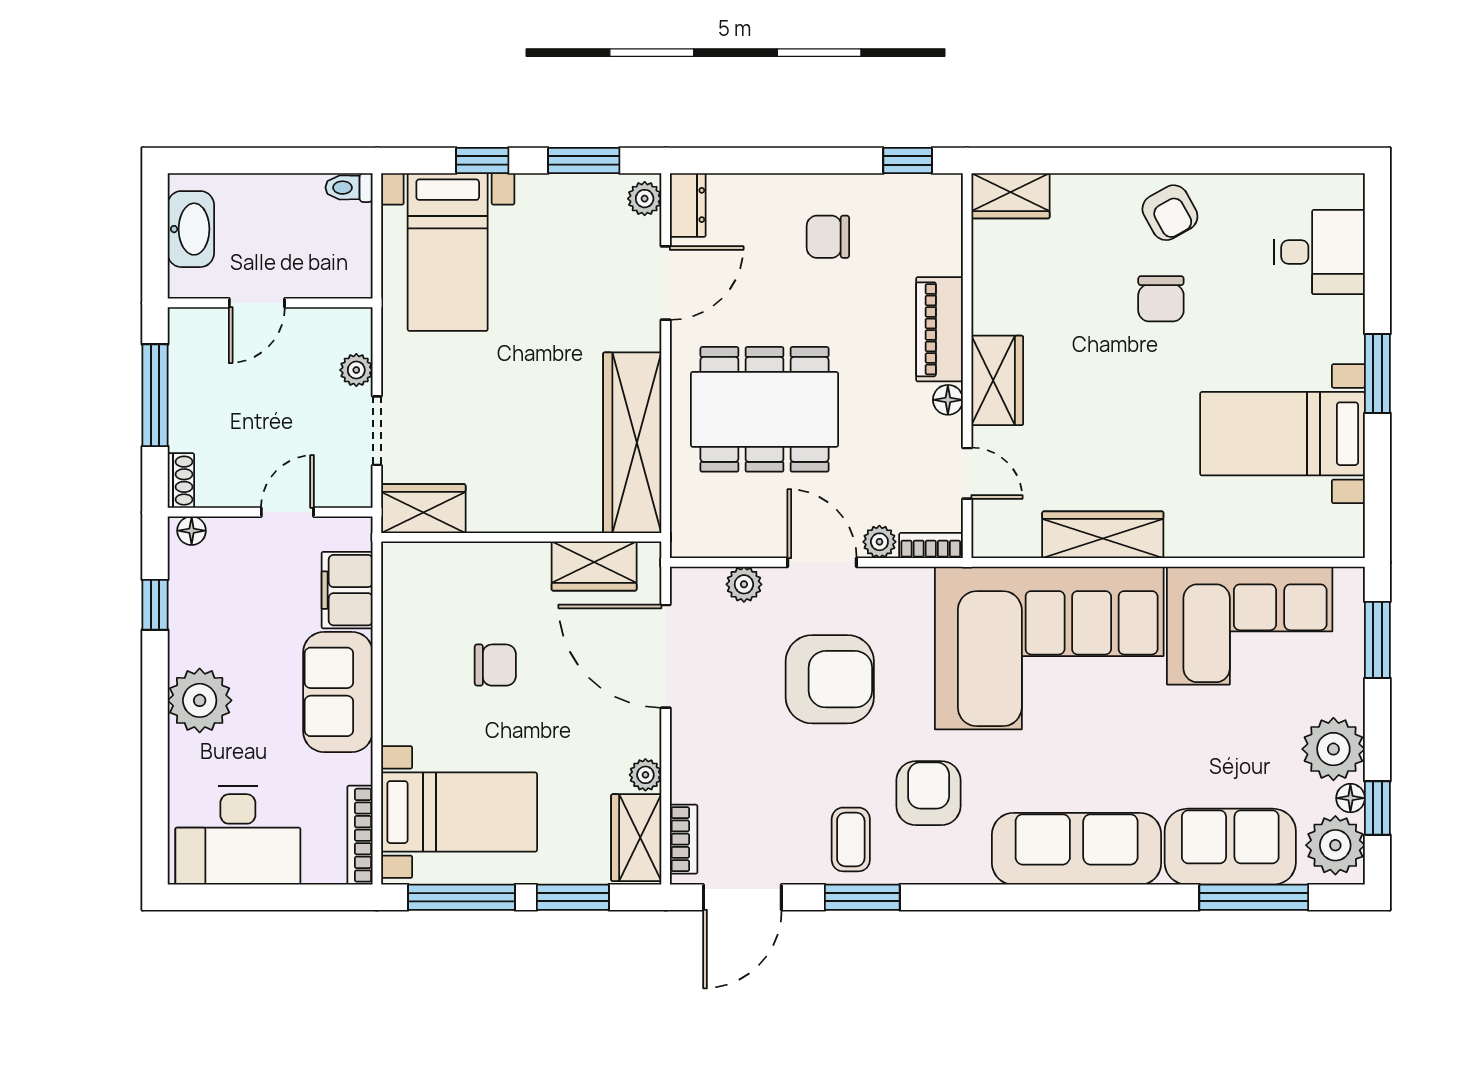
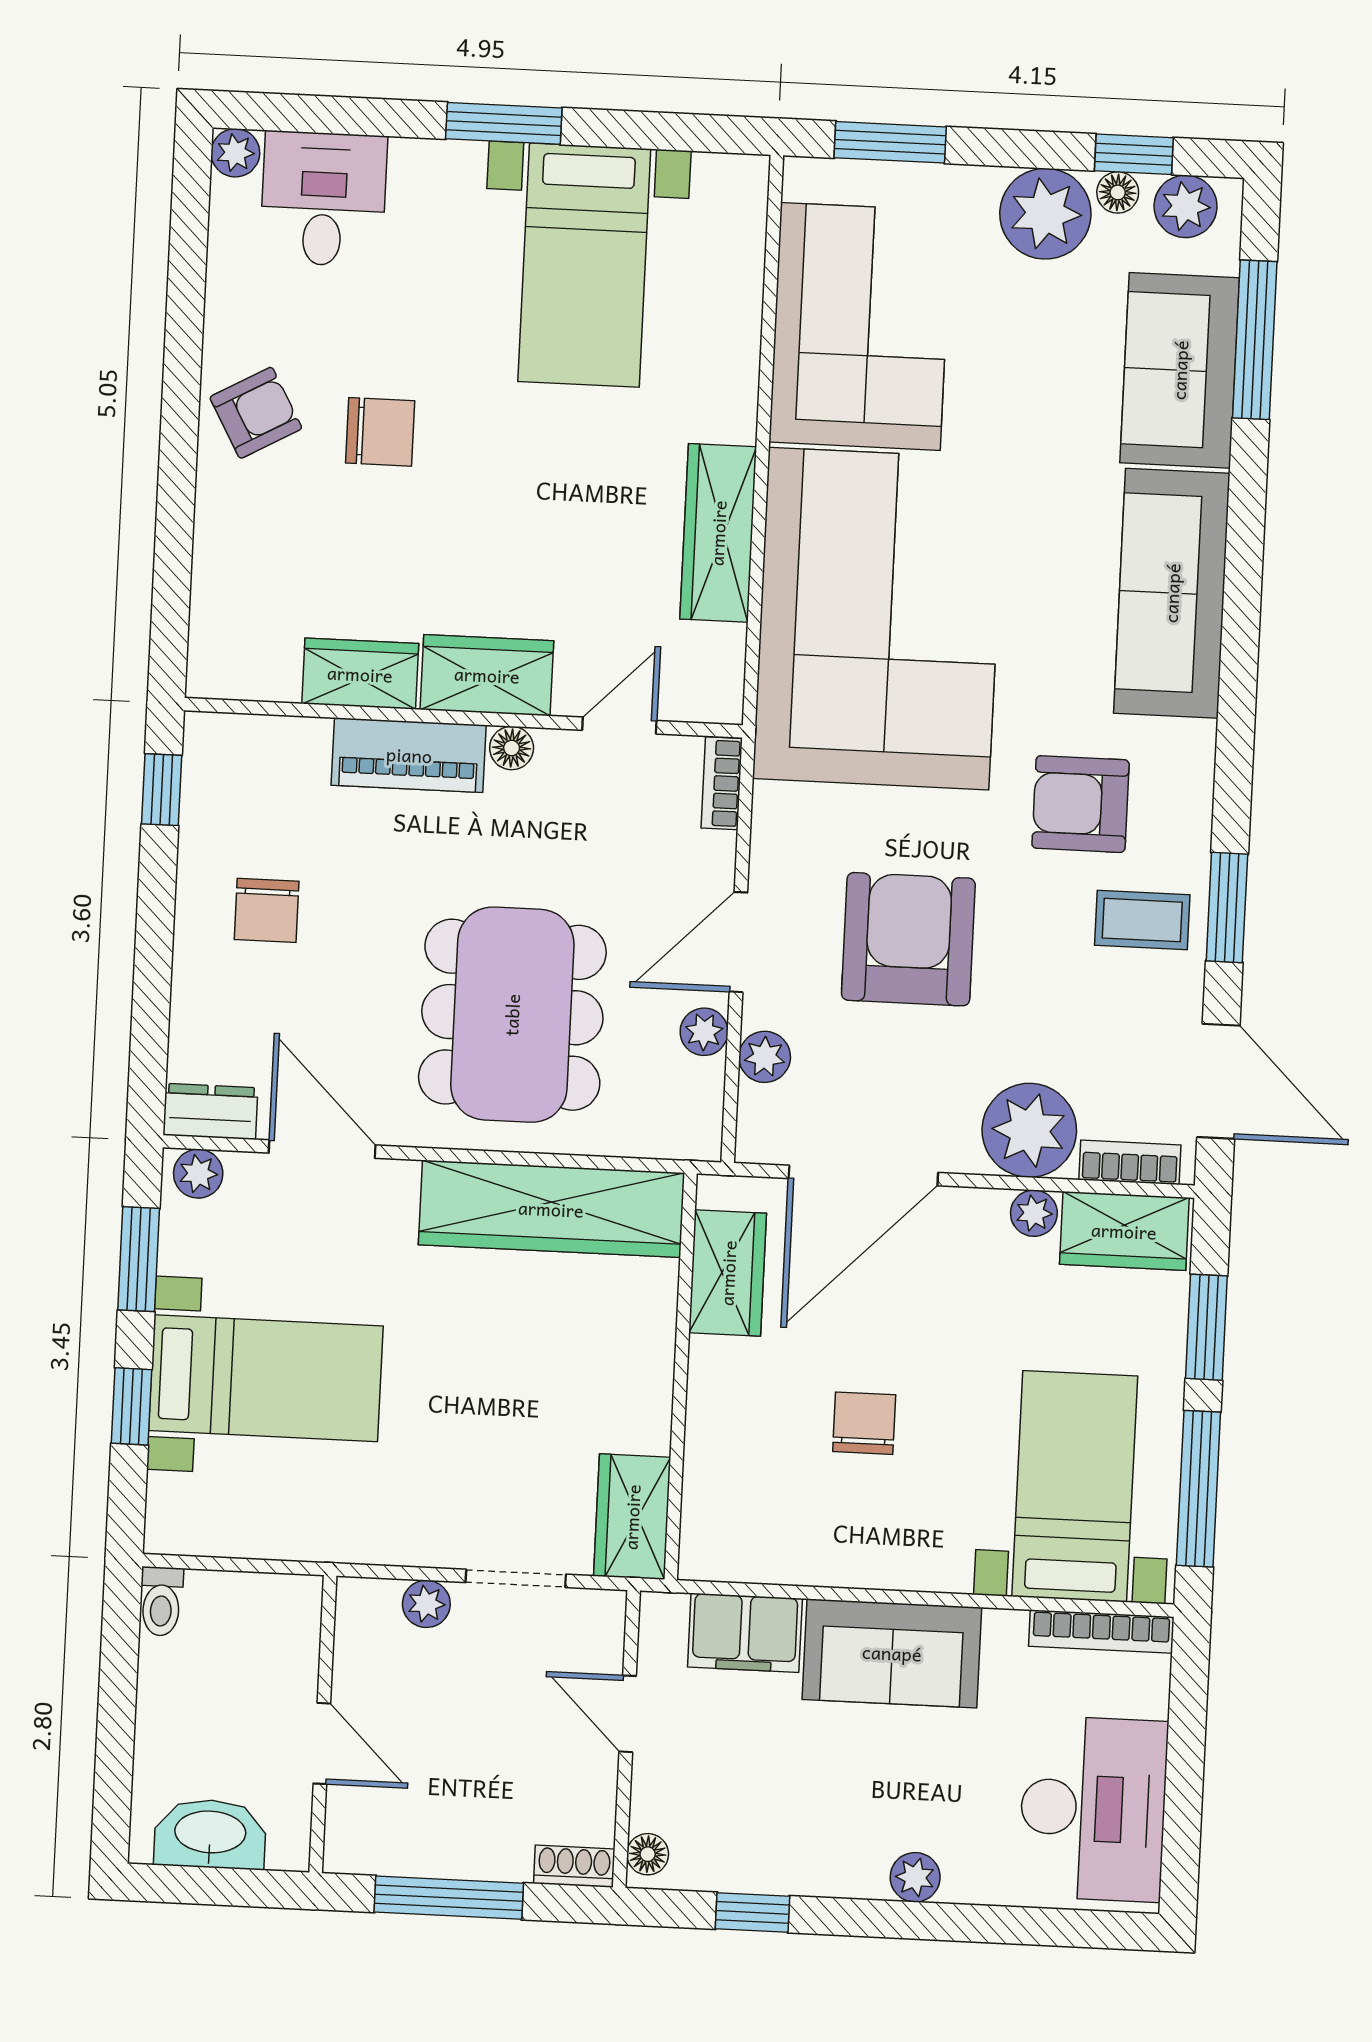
plant: (1348, 190) -> (235, 153), added
wardrobe: (1010, 196) -> (360, 674), moved, turned -90
bed with nightstands: (448, 252) -> (266, 1378), moved
plant: (879, 542) -> (704, 1032), moved
plant: (200, 700) -> (915, 1877), width x0.53, depth x0.53
plant: (702, 769) -> (1029, 1130), added
plant: (1335, 845) -> (1186, 206), width x0.73, depth x0.73

